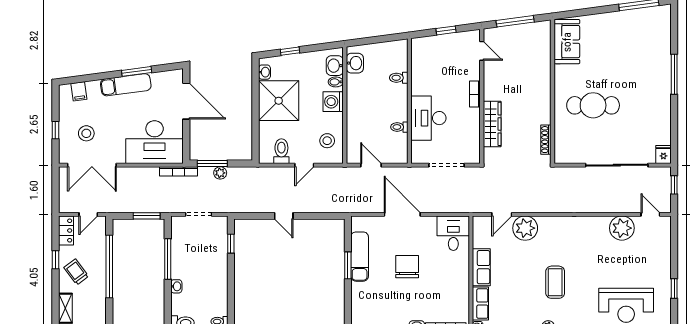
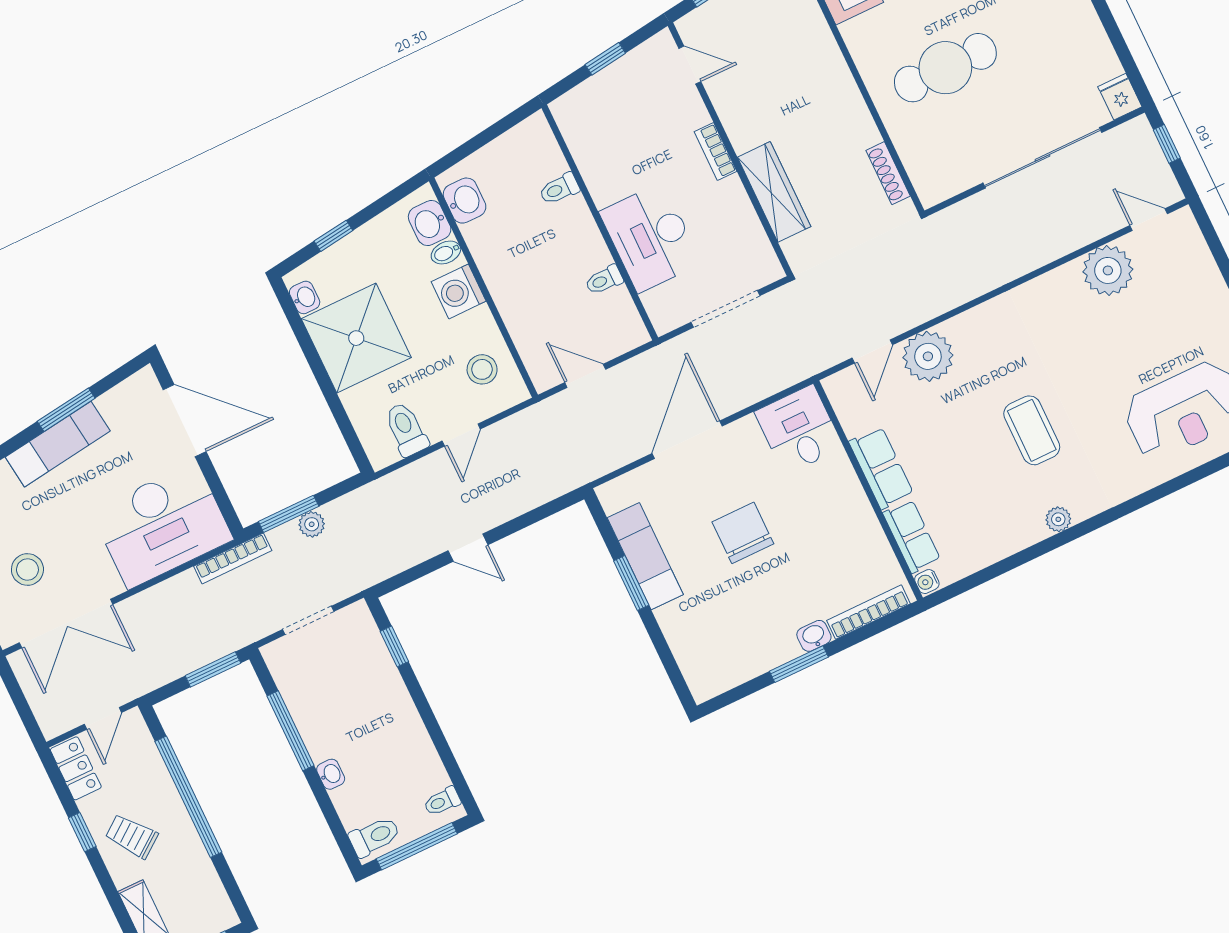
door: (402, 214) -> (687, 440), hinge flipped

